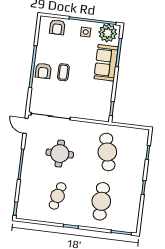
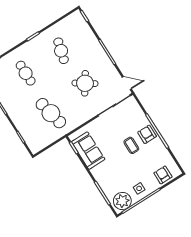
sofa: (106, 63) -> (88, 151), moved
round table: (60, 154) -> (85, 83), turned 34
cafe table: (101, 201) -> (26, 73), width x0.73, depth x0.74

